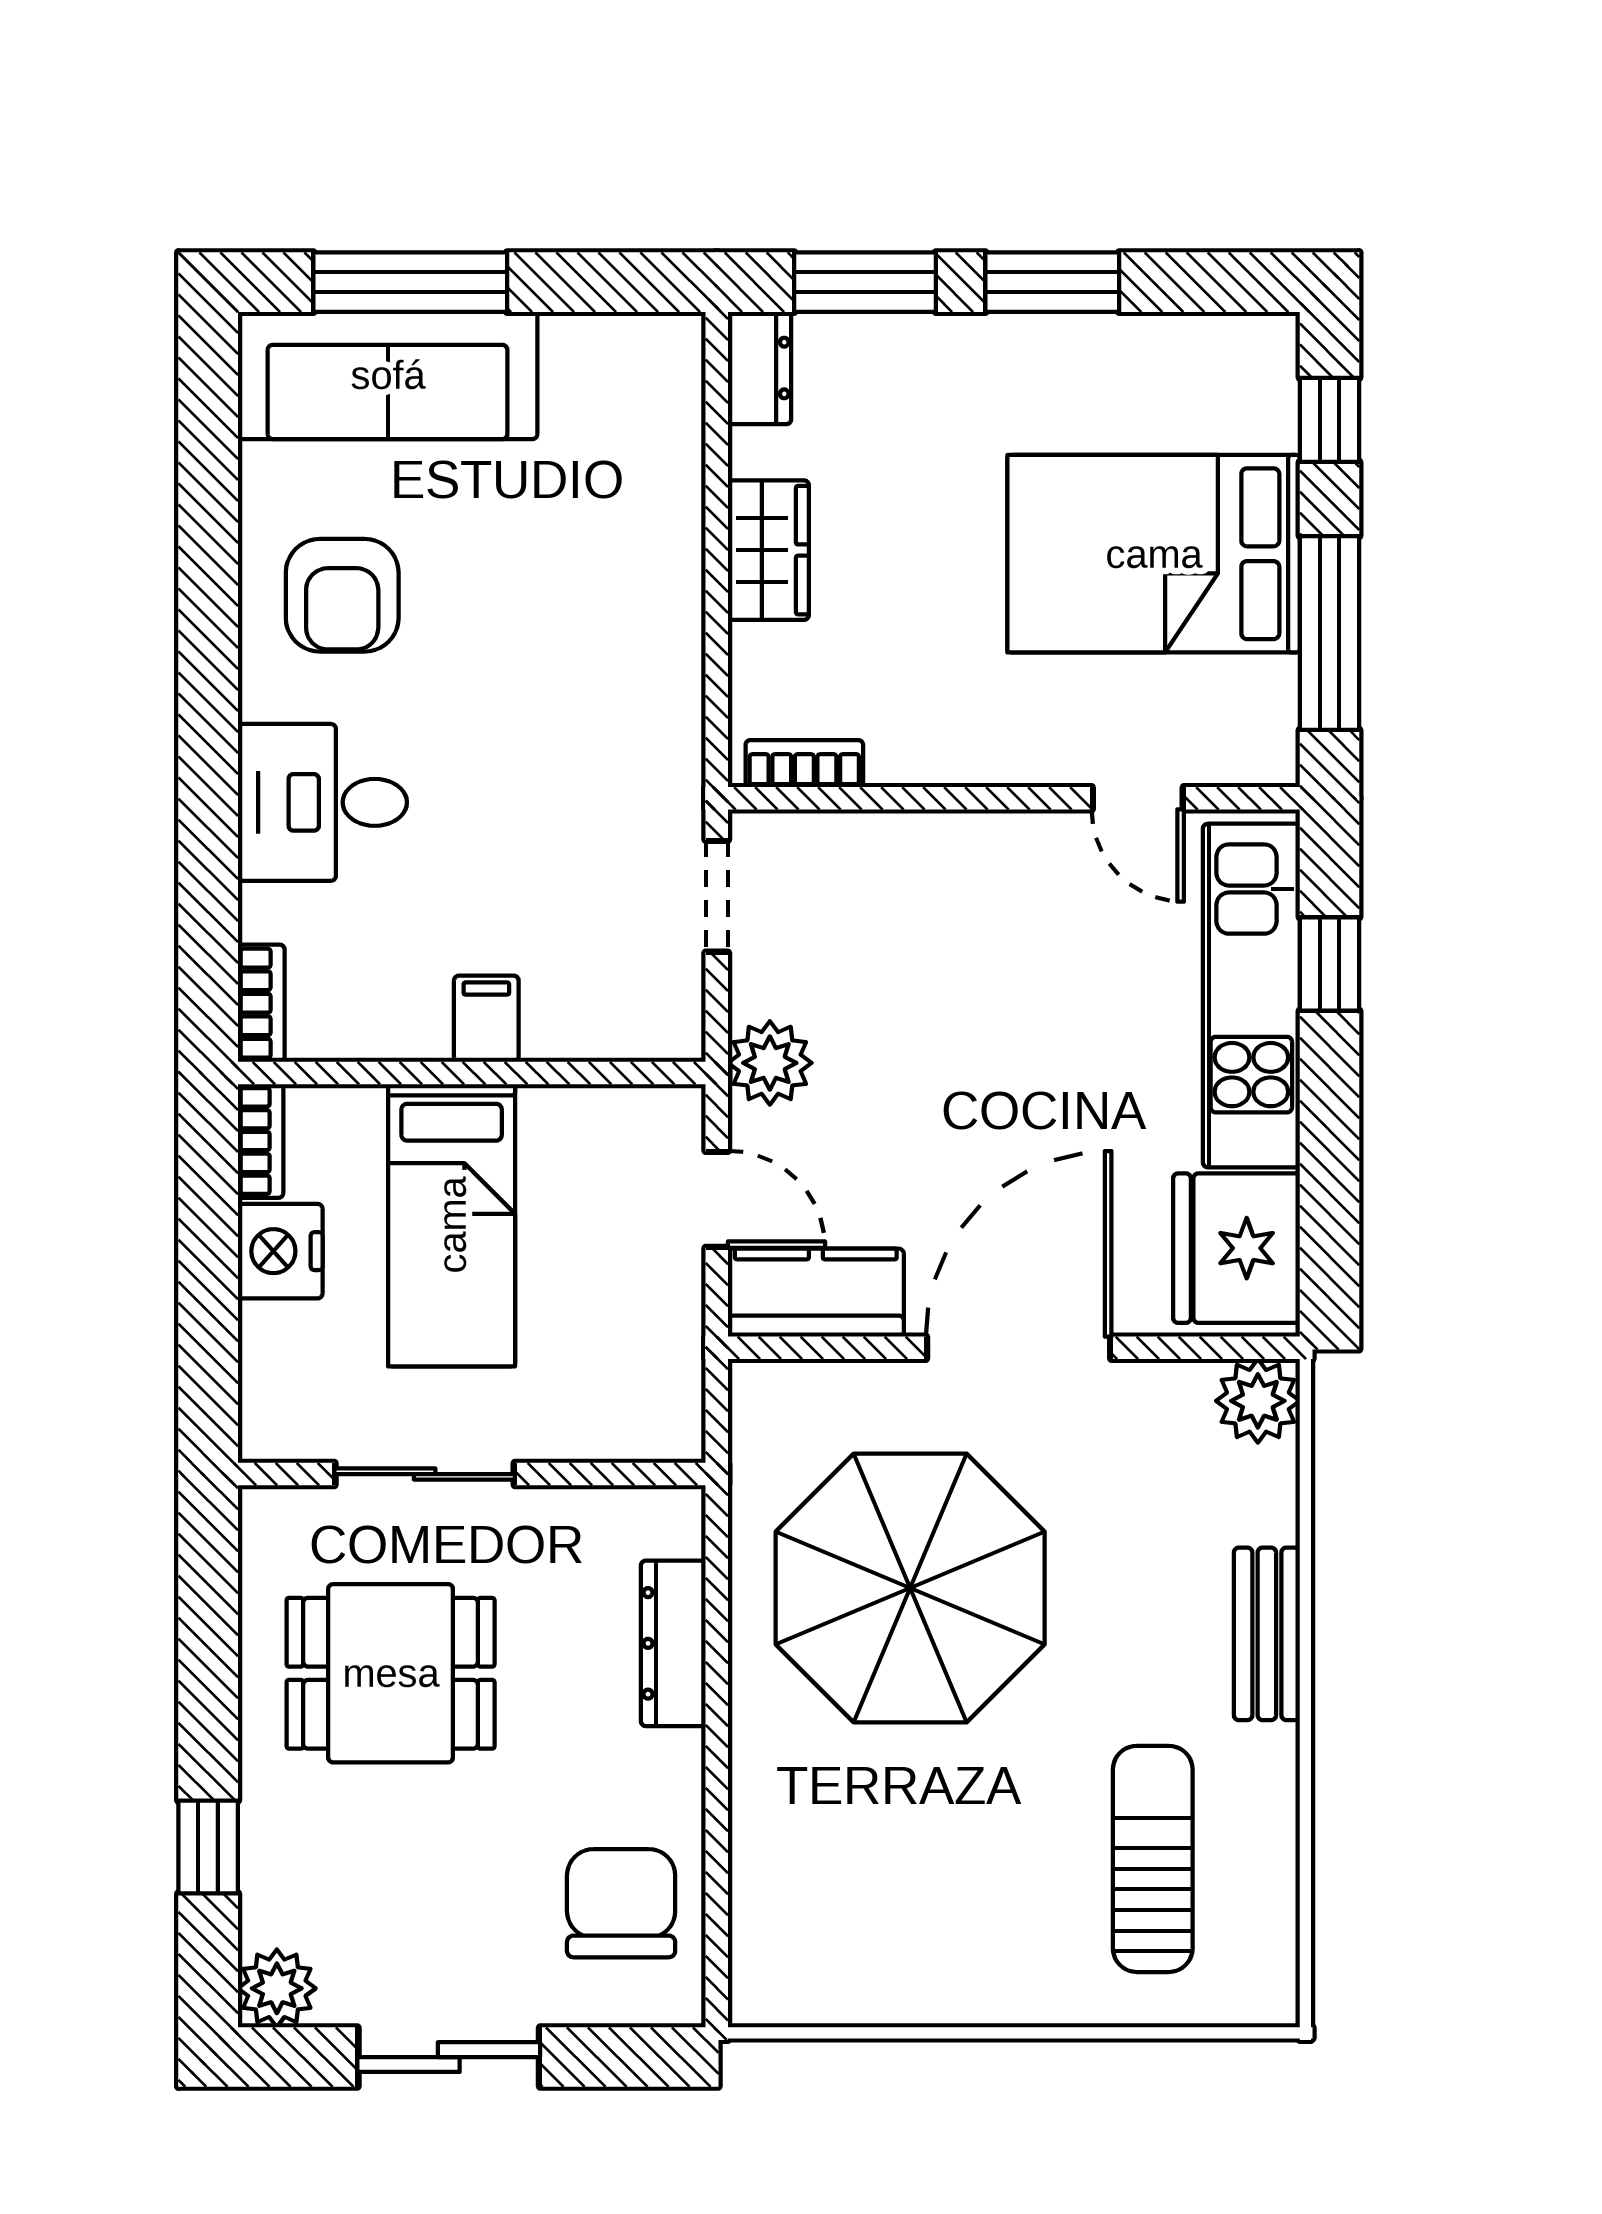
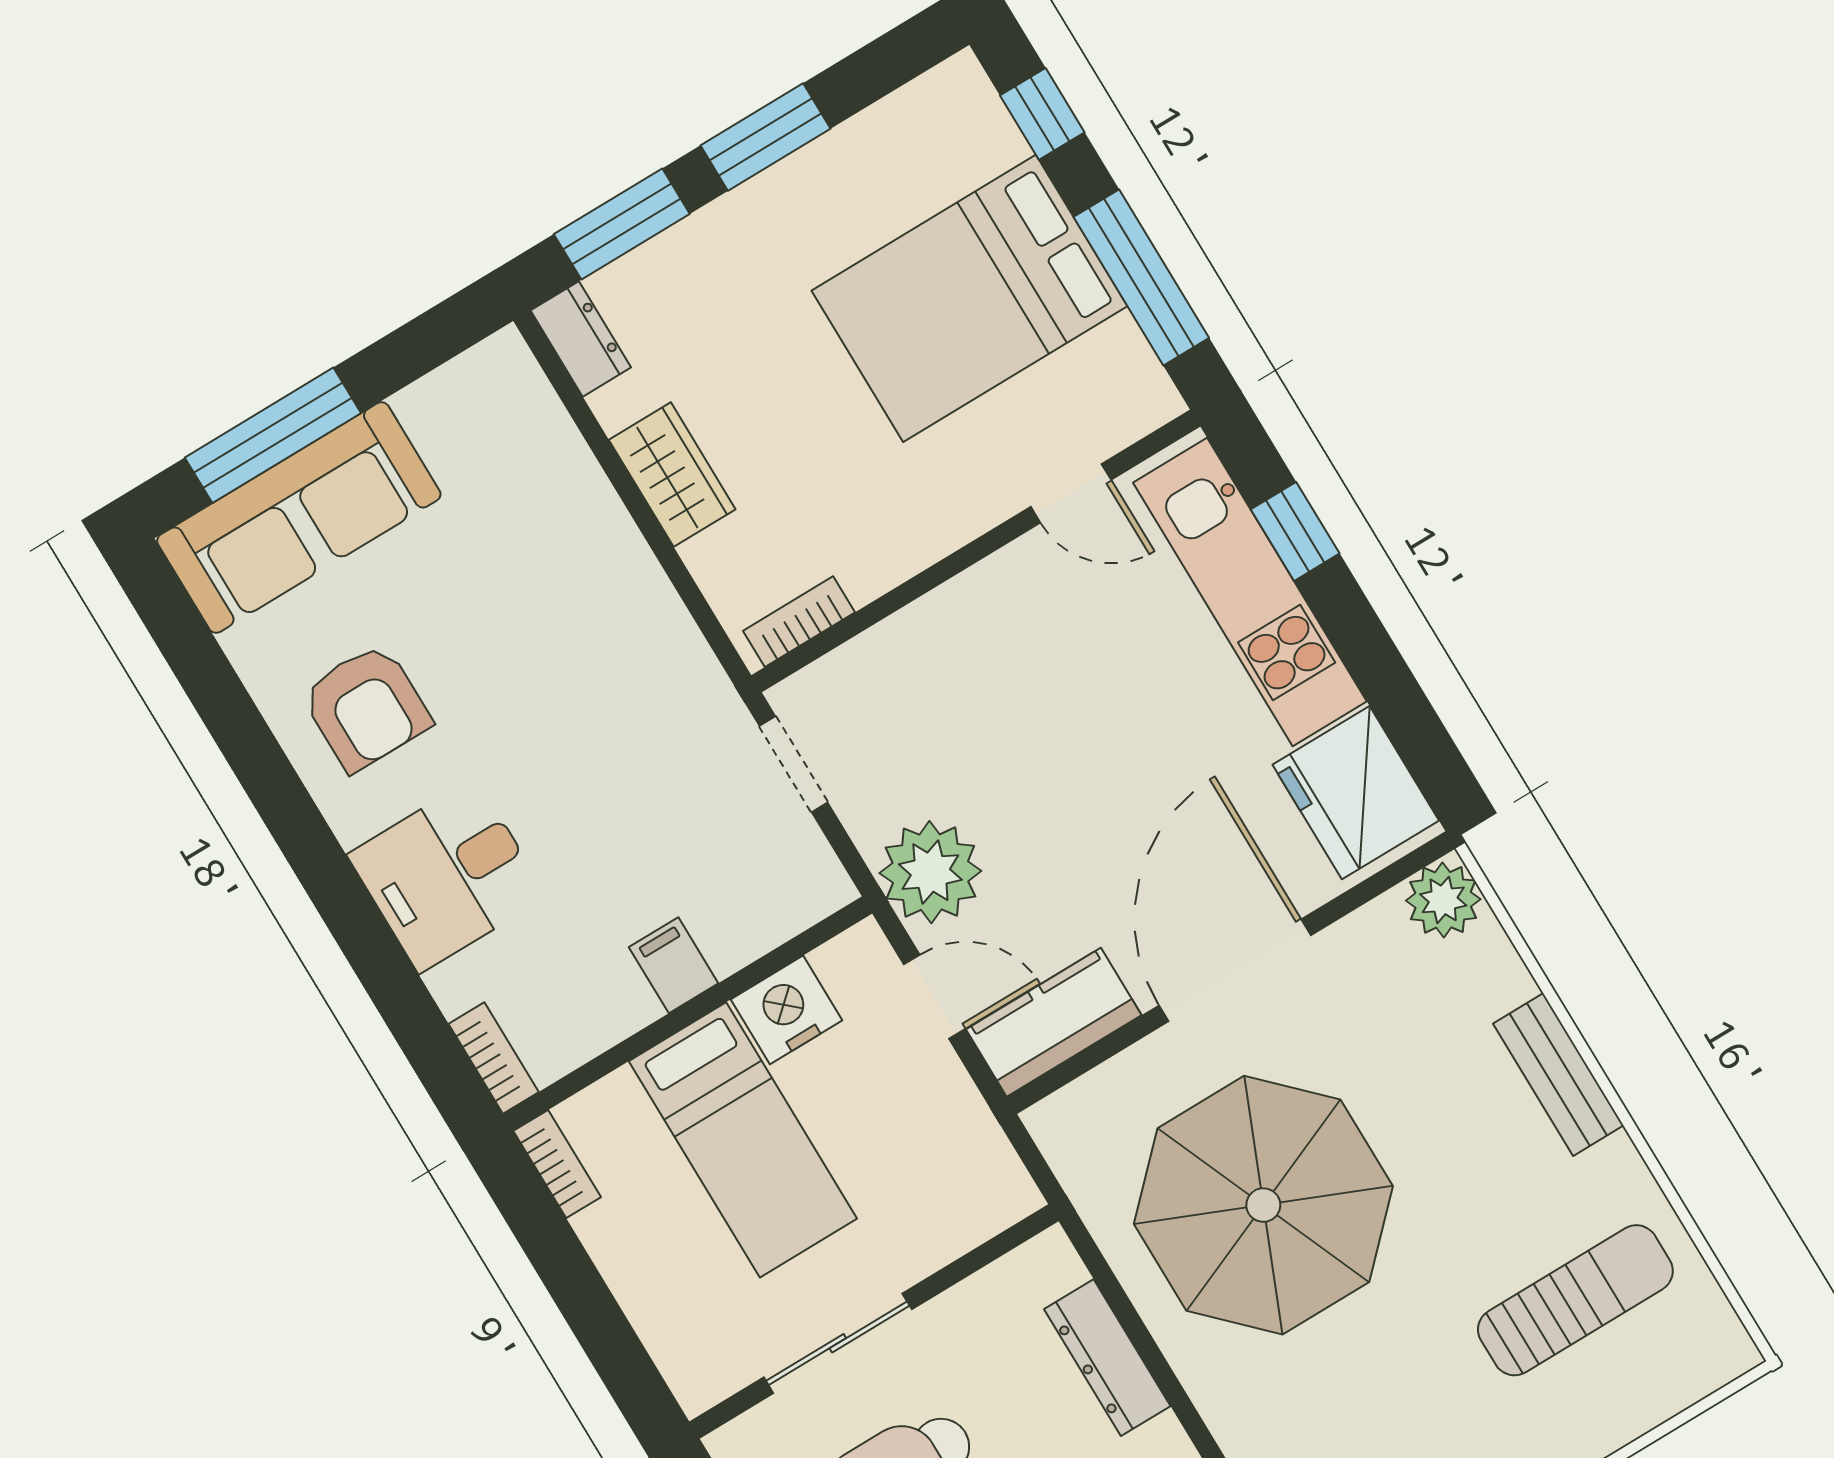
plant: (770, 1063) -> (930, 872), width x1.36, depth x1.36
nightstand: (280, 1251) -> (787, 1010), moved, turned 90
sun lounger: (1153, 1859) -> (1575, 1300), turned 90

